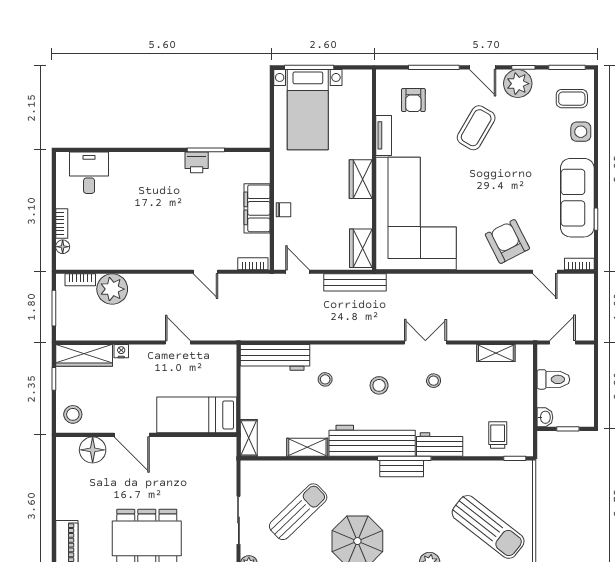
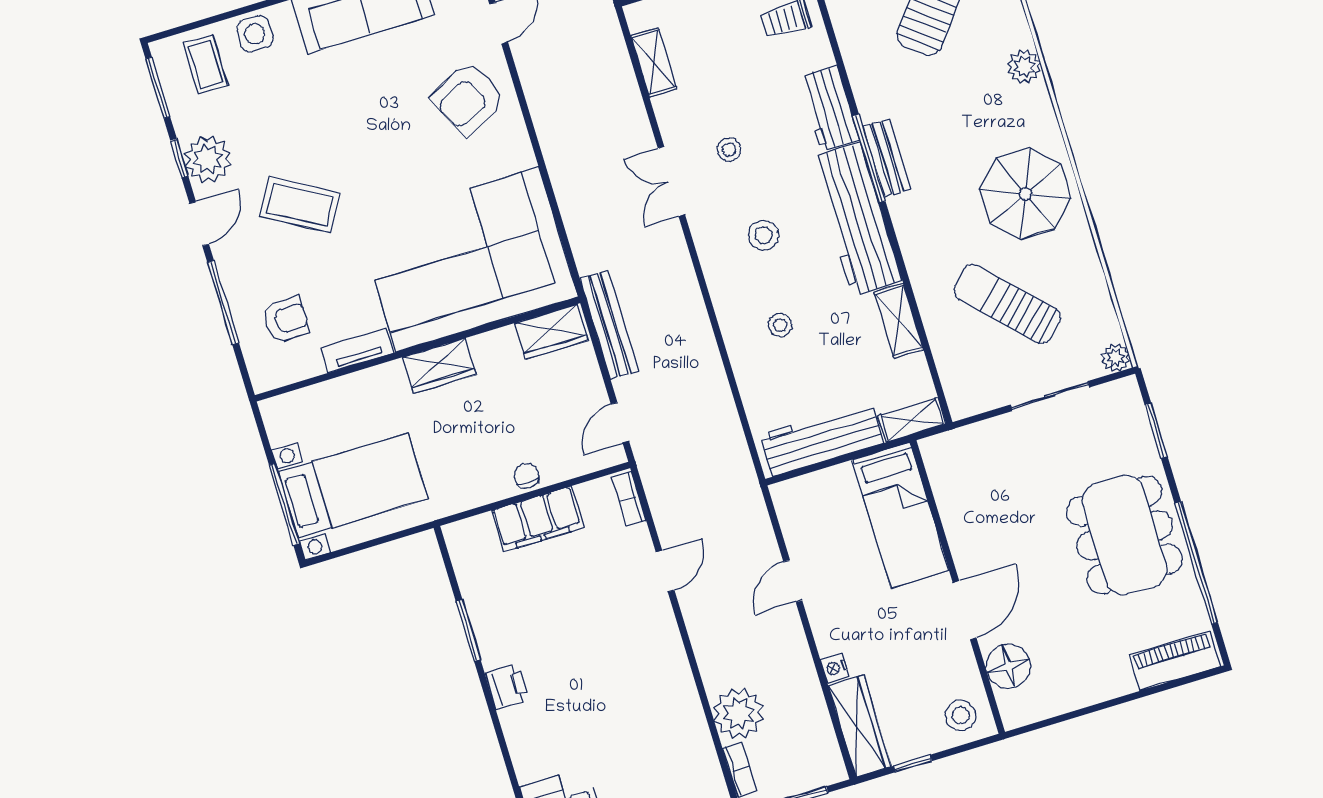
printer: (197, 162) -> (507, 686), moved
workbench: (275, 357) -> (822, 439), moved, turned -90

